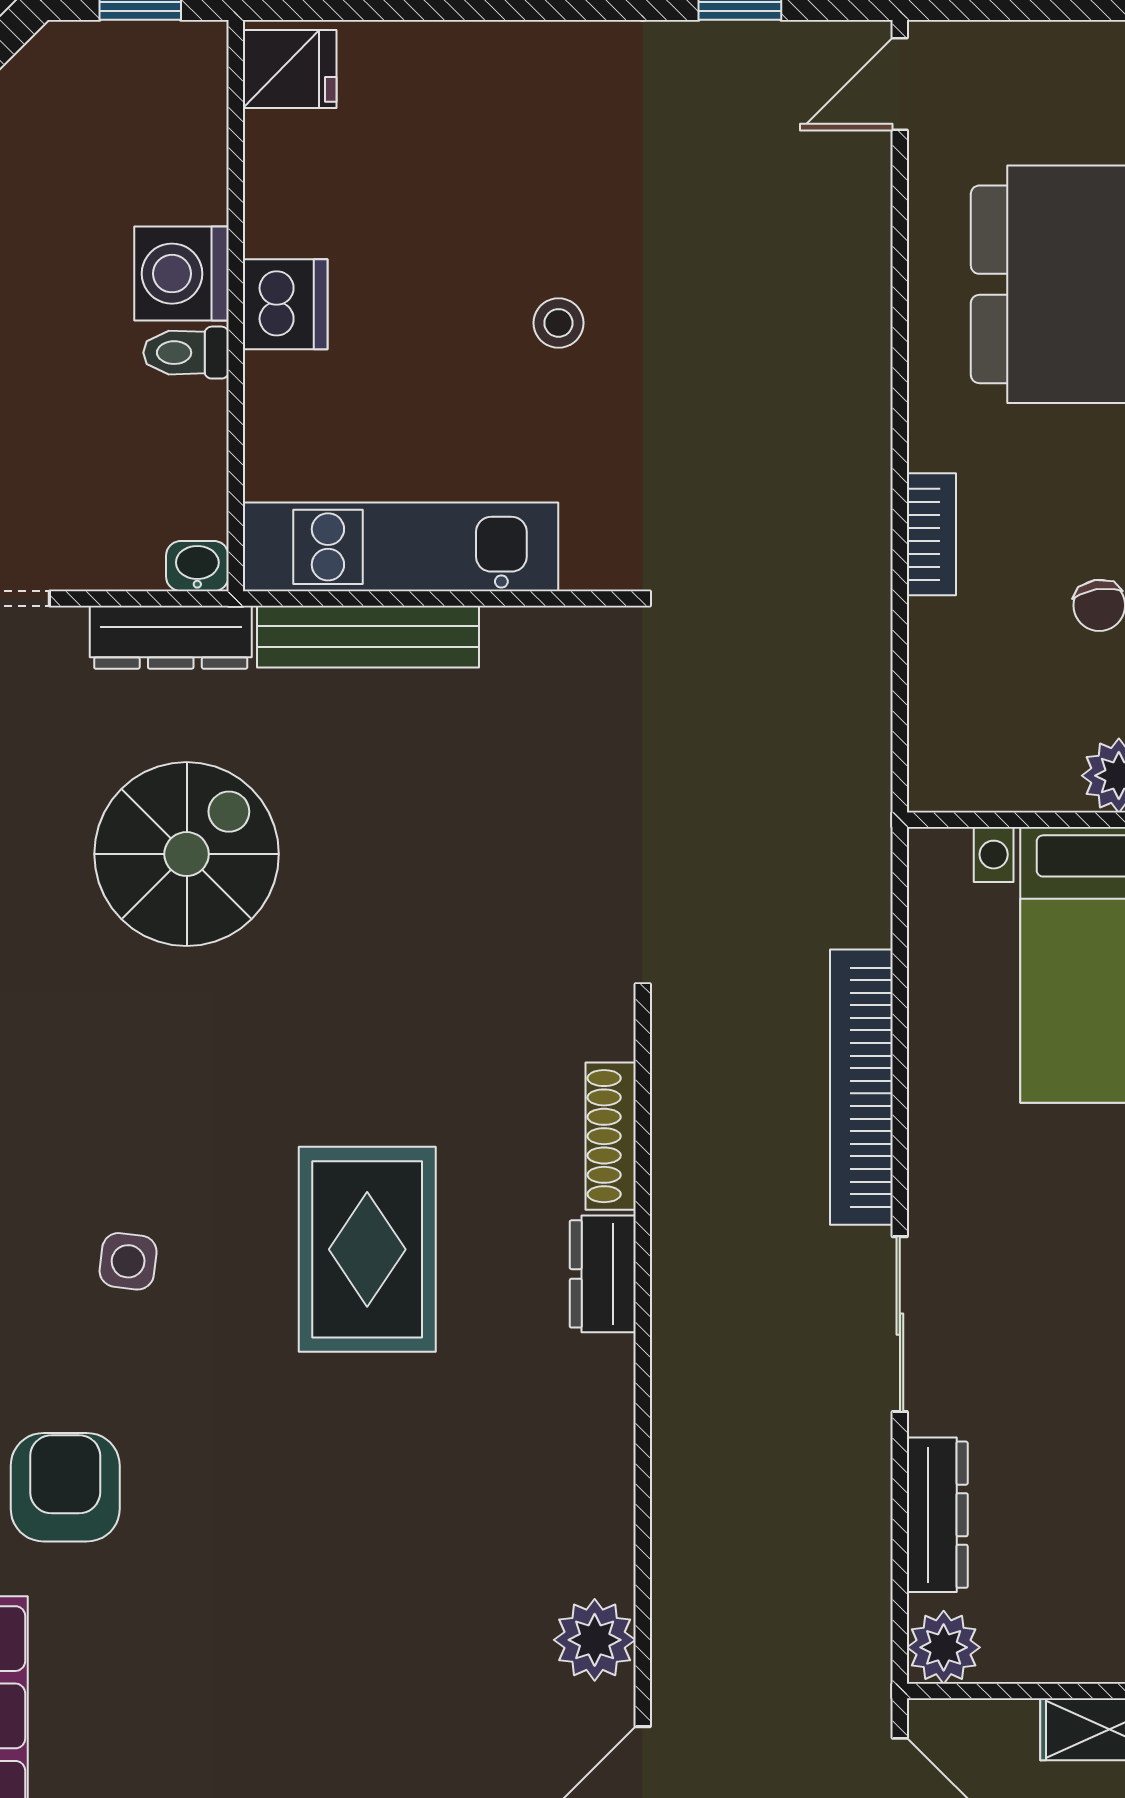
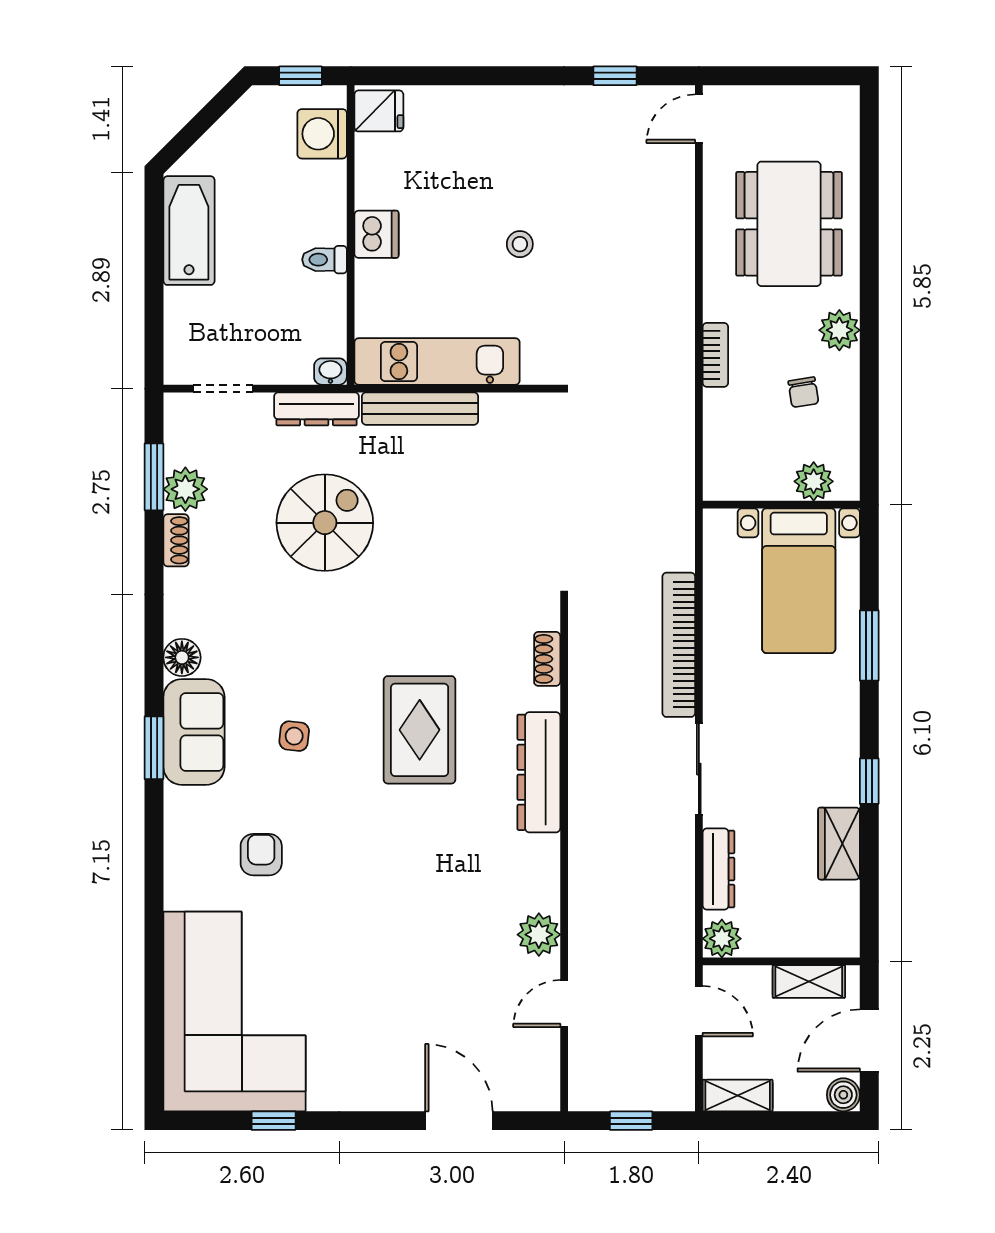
washing machine: (181, 274) -> (322, 134), moved
shoe rack: (611, 1136) -> (547, 659), width x0.70
dresser: (603, 1274) -> (539, 772), width x1.96, depth x1.24
armchair: (65, 1487) -> (261, 855), width x0.72, depth x0.72

